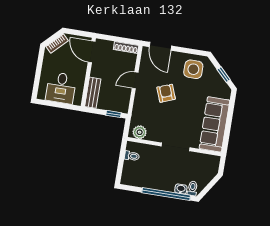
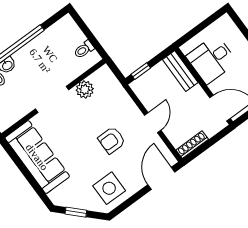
door: (160, 46) -> (161, 178), hinge flipped
desk: (61, 88) -> (212, 59), moved, turned -90
armchair: (166, 93) -> (112, 140), turned 111
plant: (140, 132) -> (85, 89), moved

